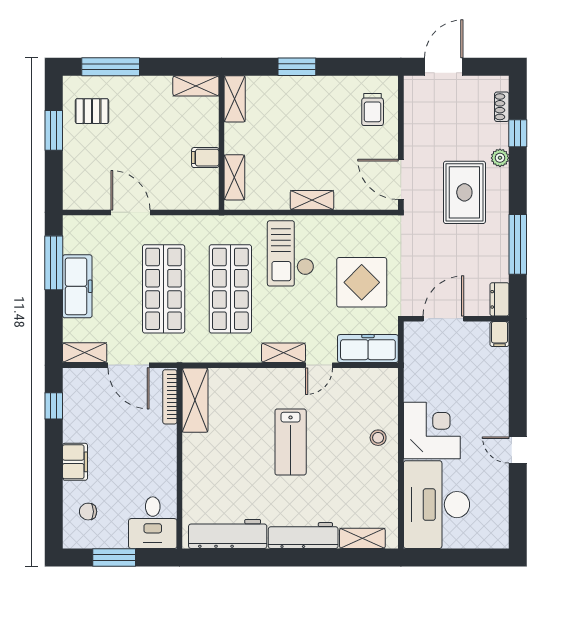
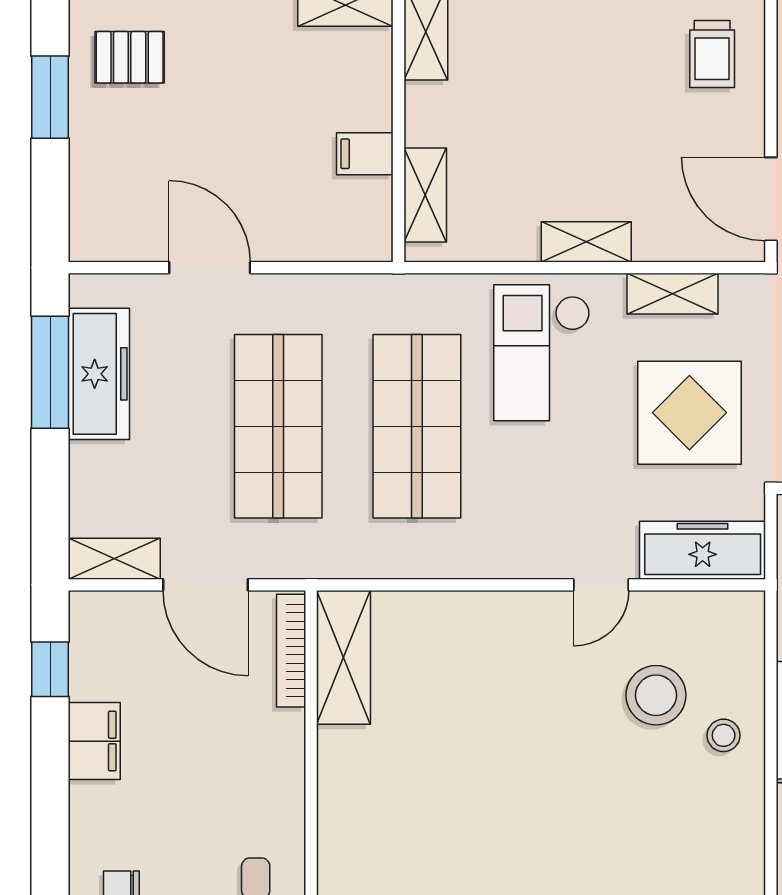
freezer: (77, 286) -> (99, 374), moved
shelving: (283, 353) -> (673, 294), moved
stool: (346, 418) -> (656, 695), added
lab bench: (291, 442) -> (542, 744), removed
filing cabinet: (75, 462) -> (94, 741), moved

